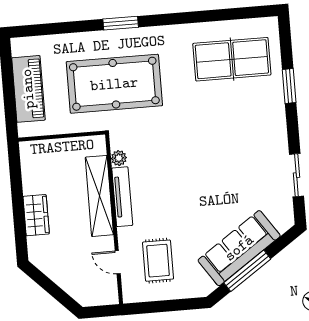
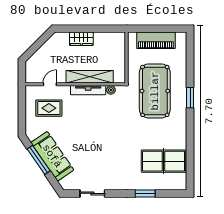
table tennis table: (232, 59) -> (164, 161), turned 90

